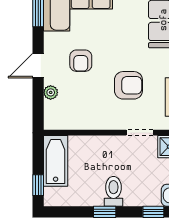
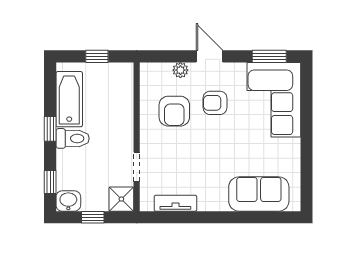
armchair: (128, 85) -> (174, 111), moved
bathtub: (56, 161) -> (69, 99), moved, turned -90
window: (38, 185) -> (97, 56), moved

